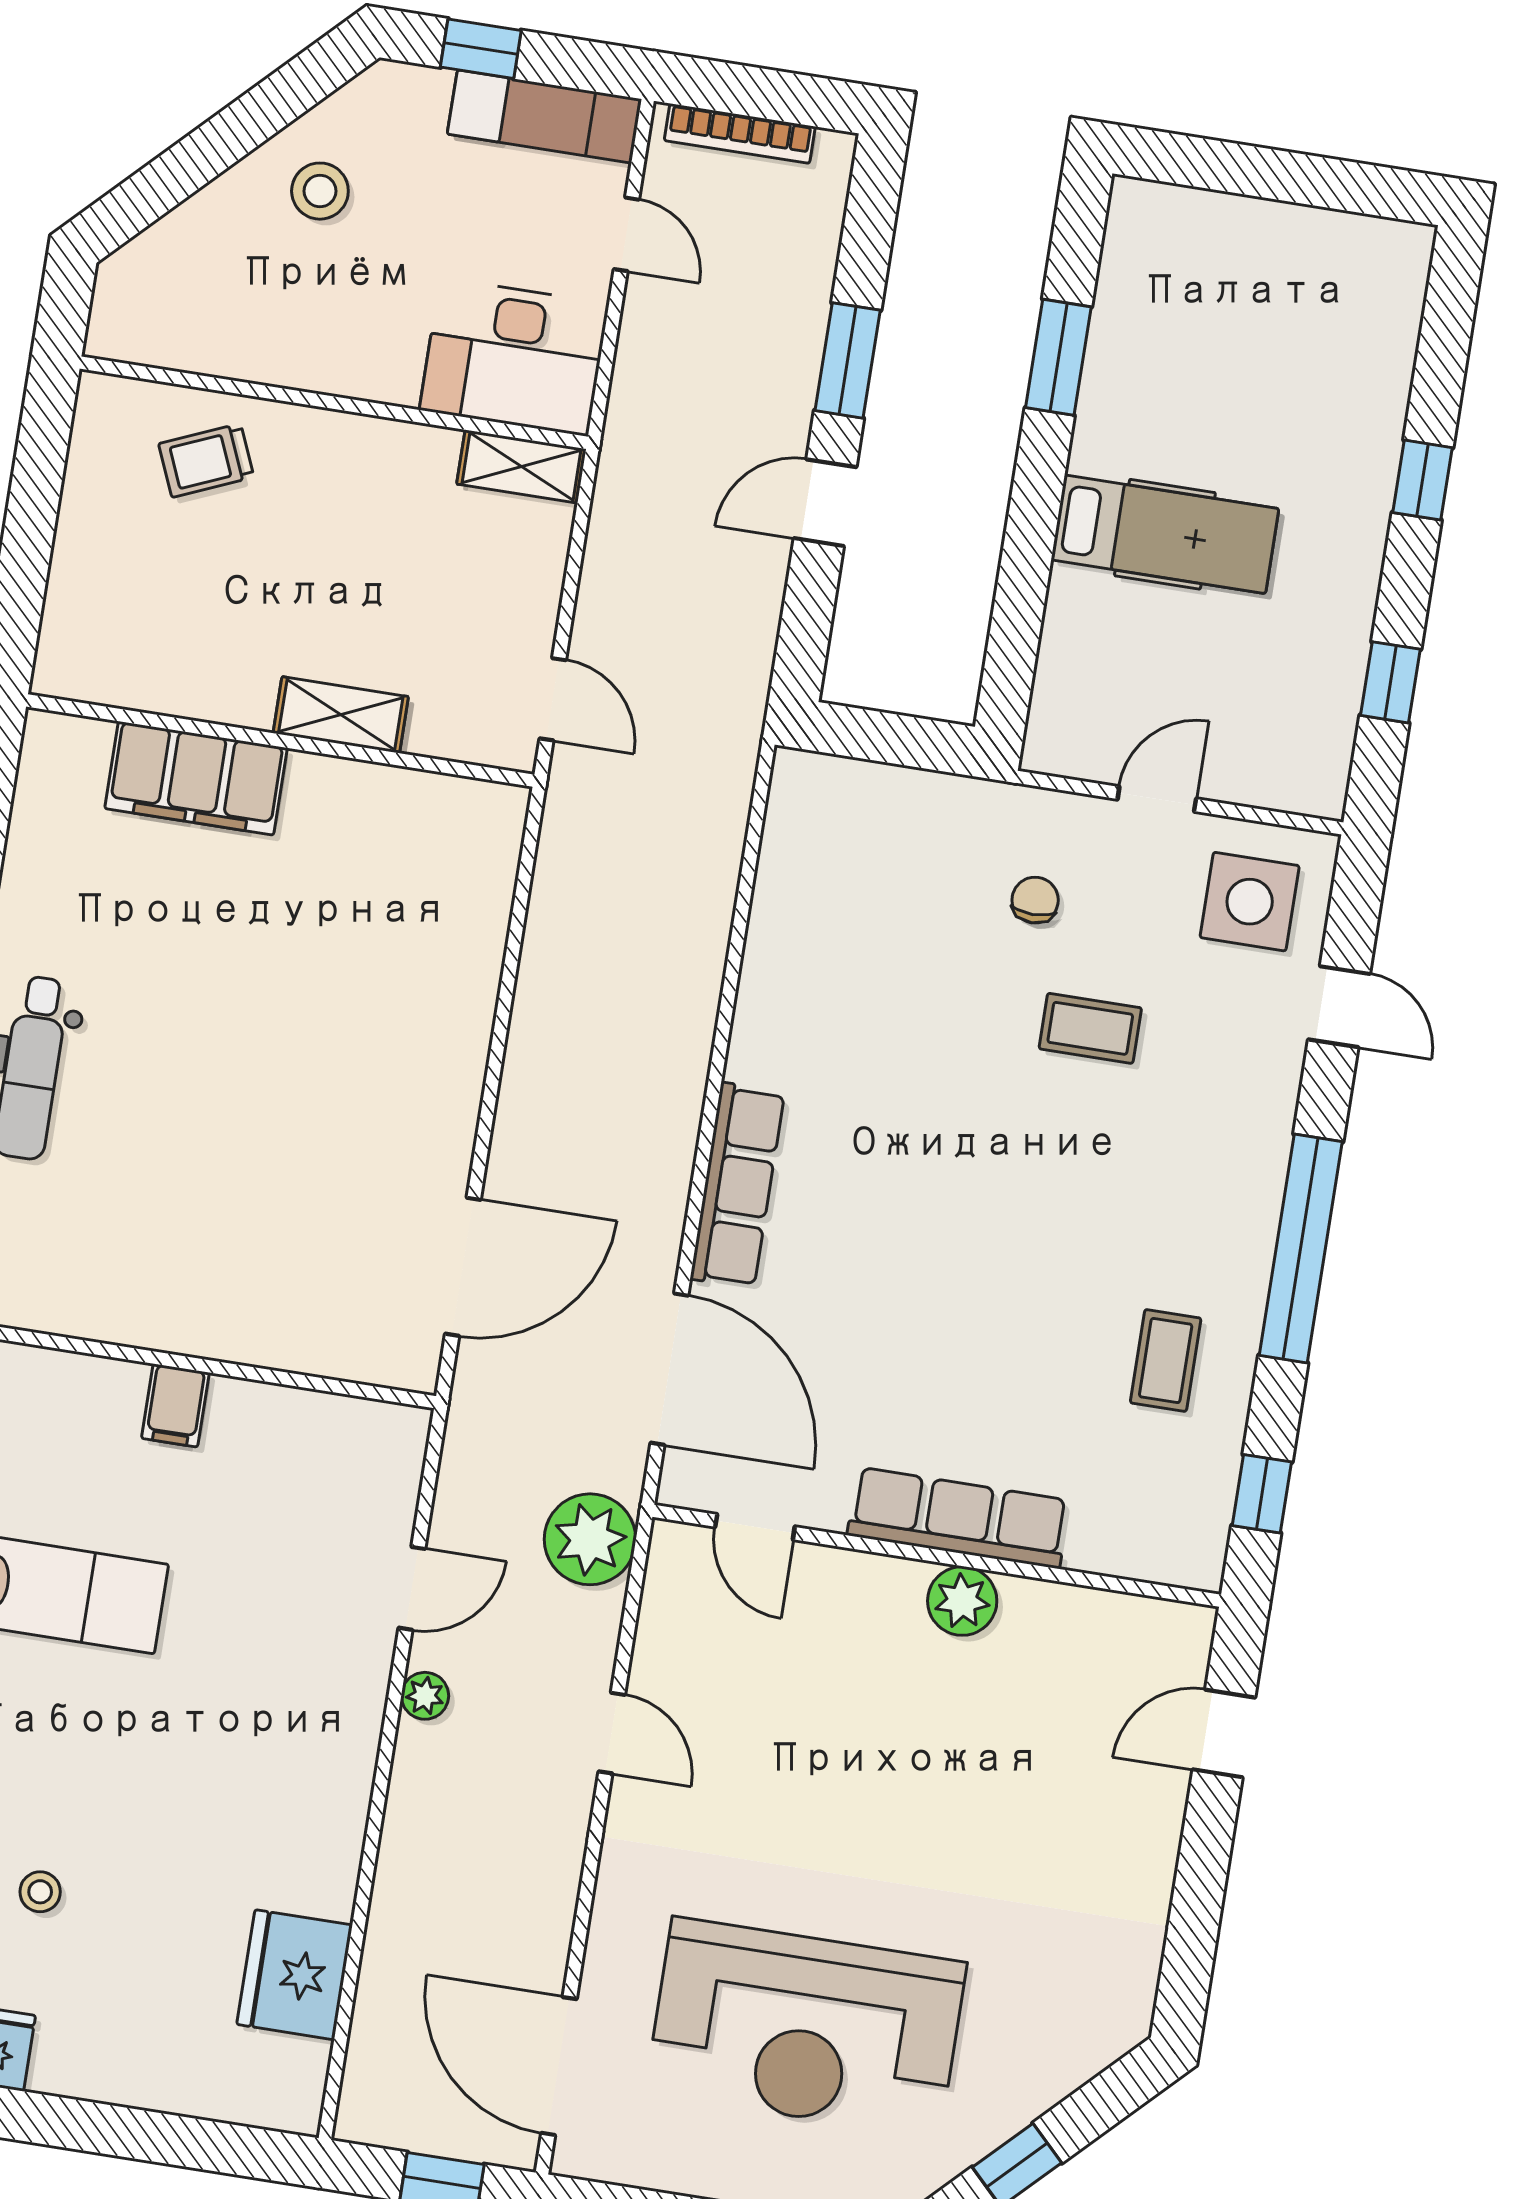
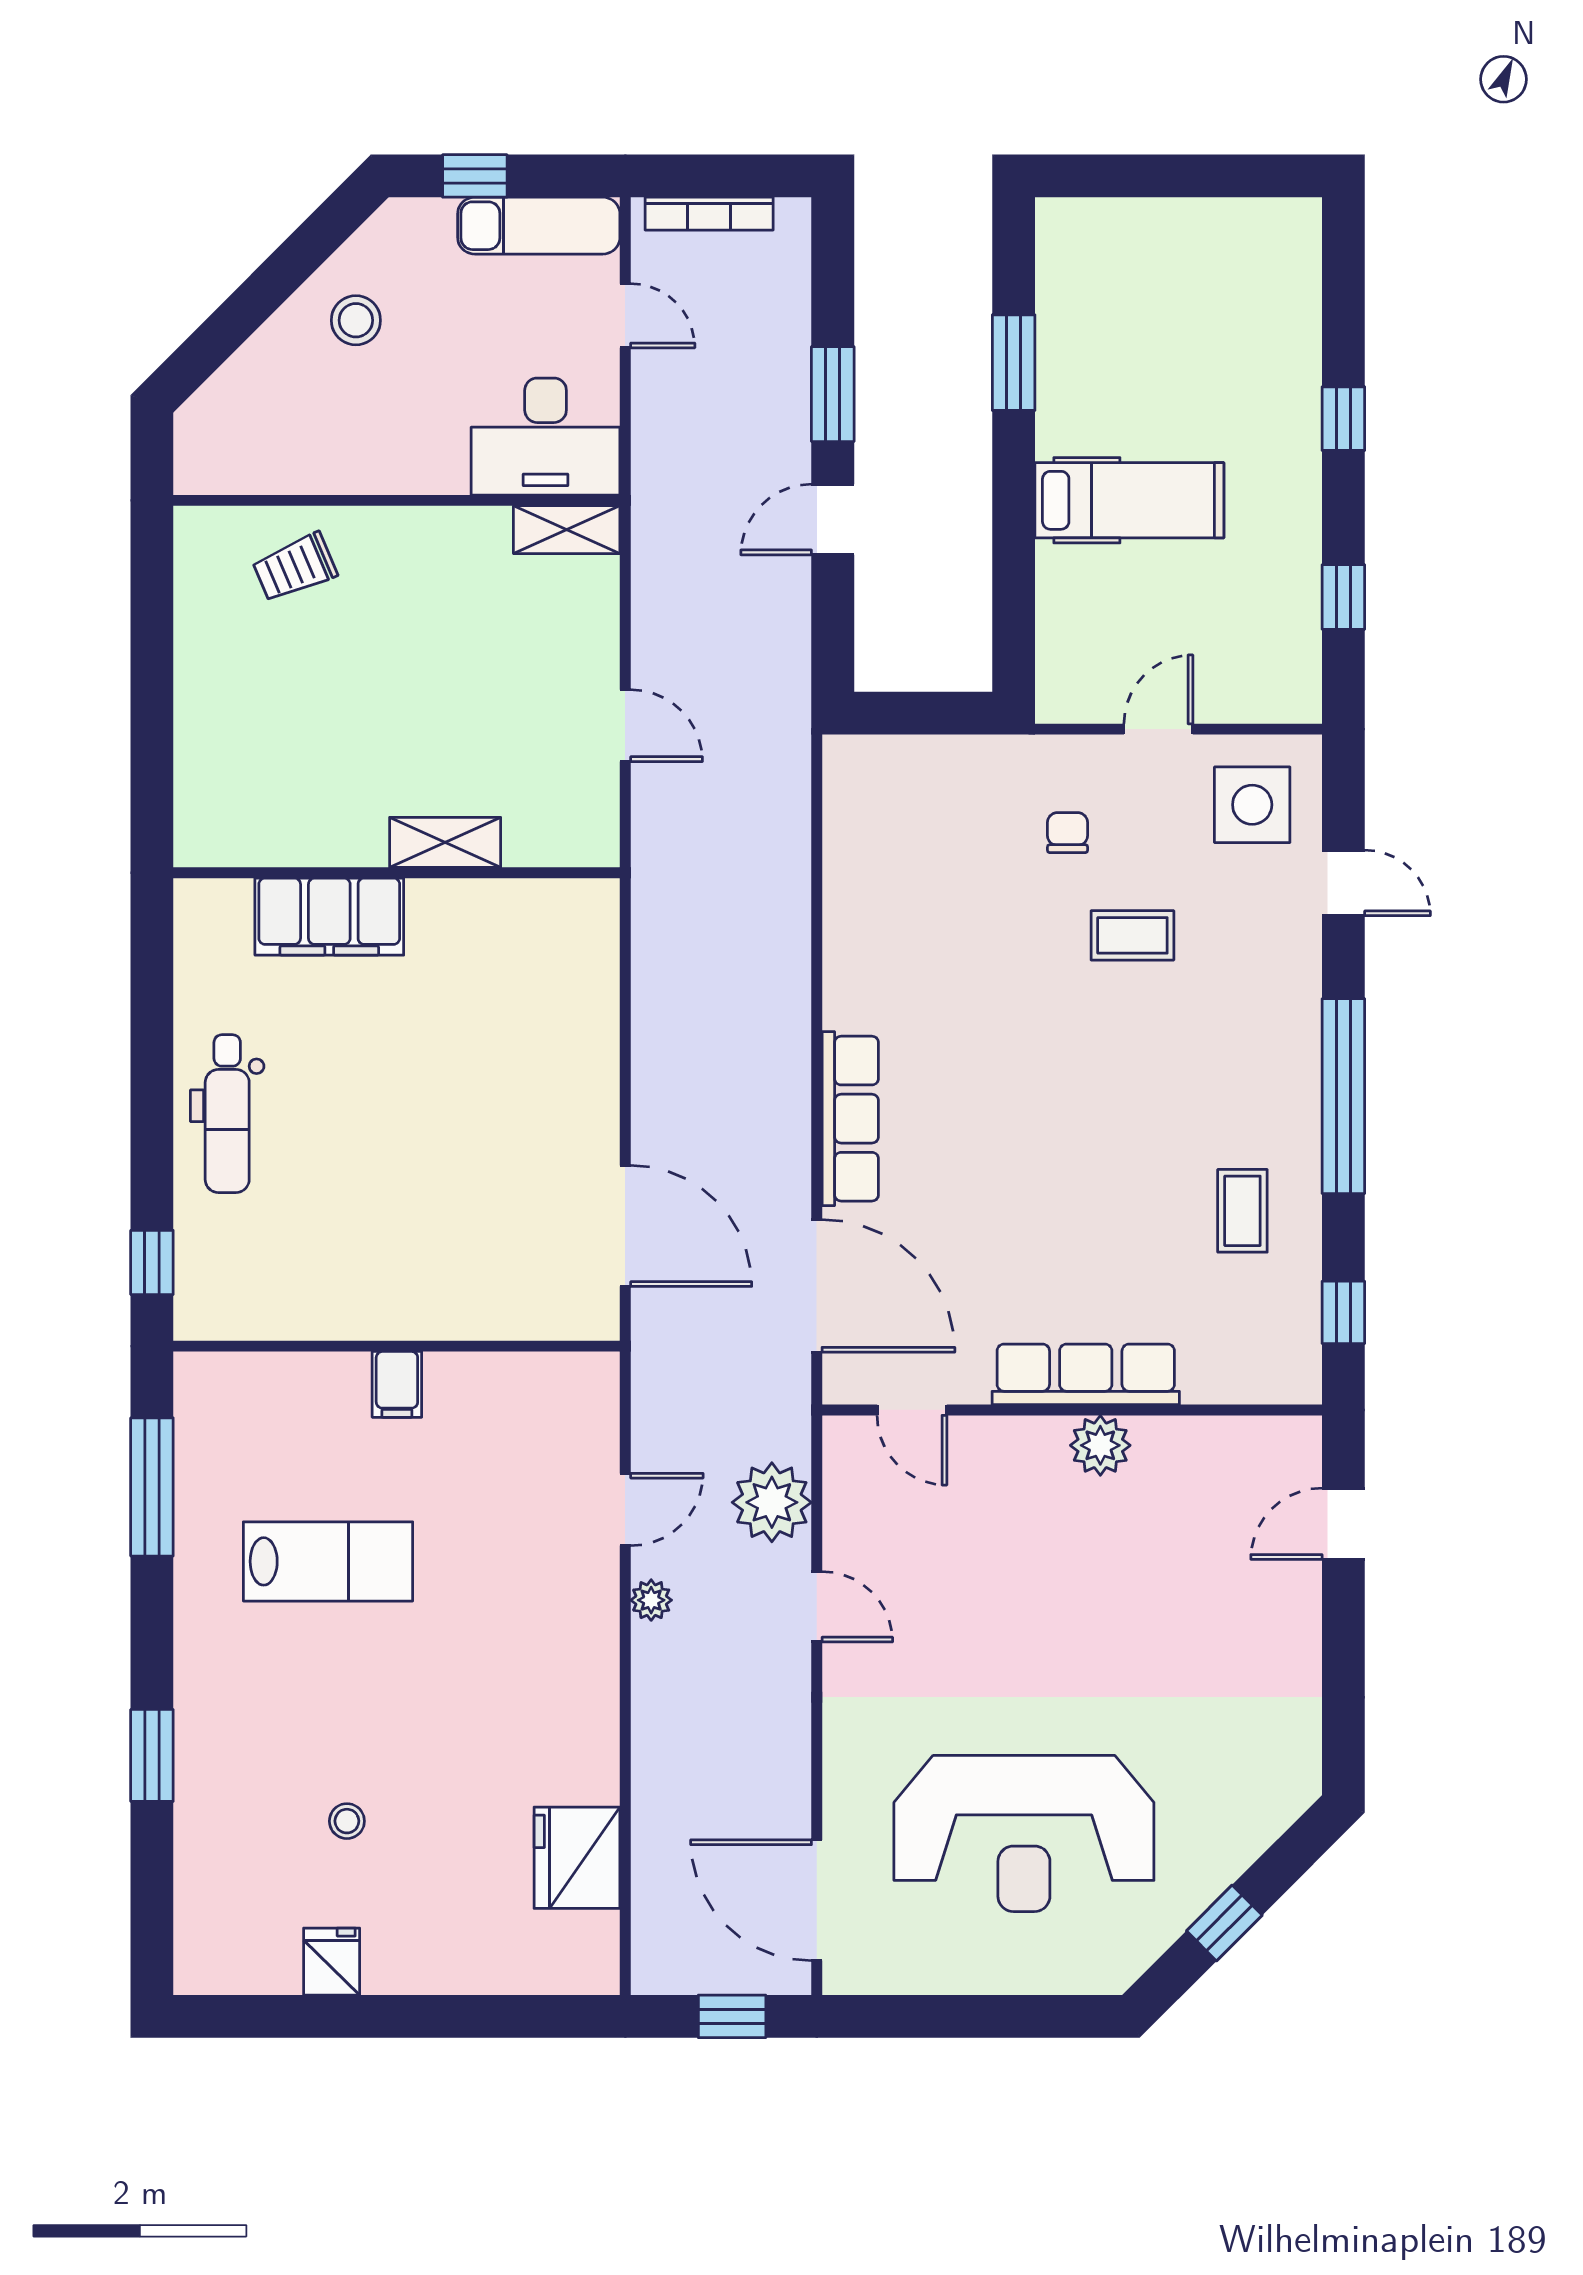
shelving: (341, 715) -> (445, 842), moved
wall: (280, 741) -> (397, 873), moved
filing cabinet: (196, 778) -> (329, 917), moved
door: (463, 1267) -> (625, 1226), hinge flipped
plant: (590, 1539) -> (772, 1502), moved

